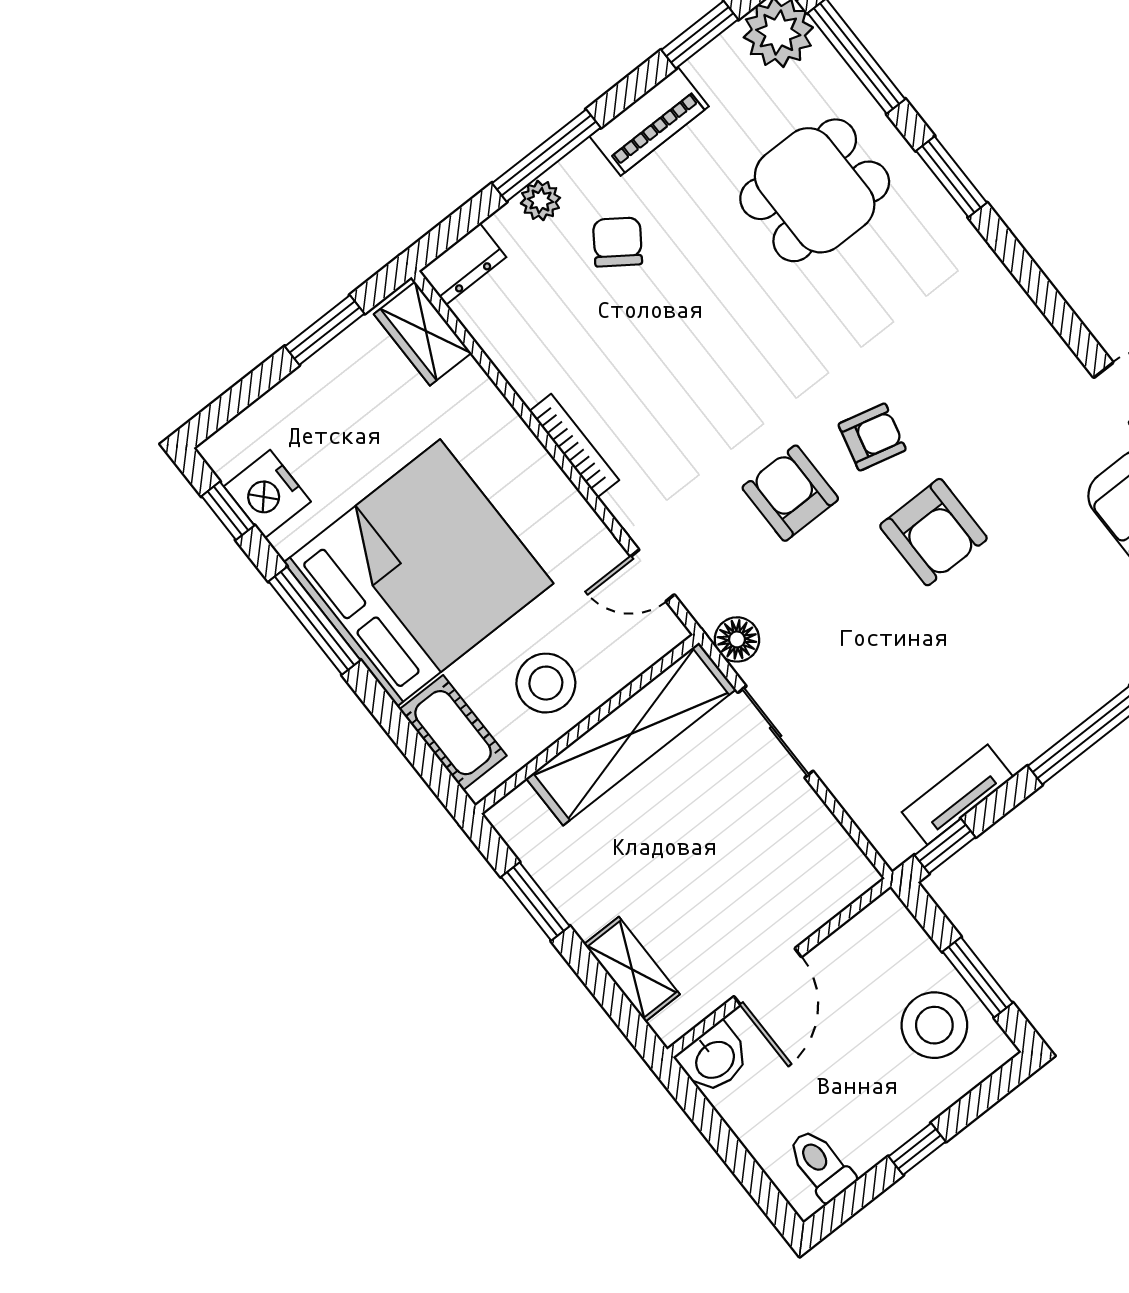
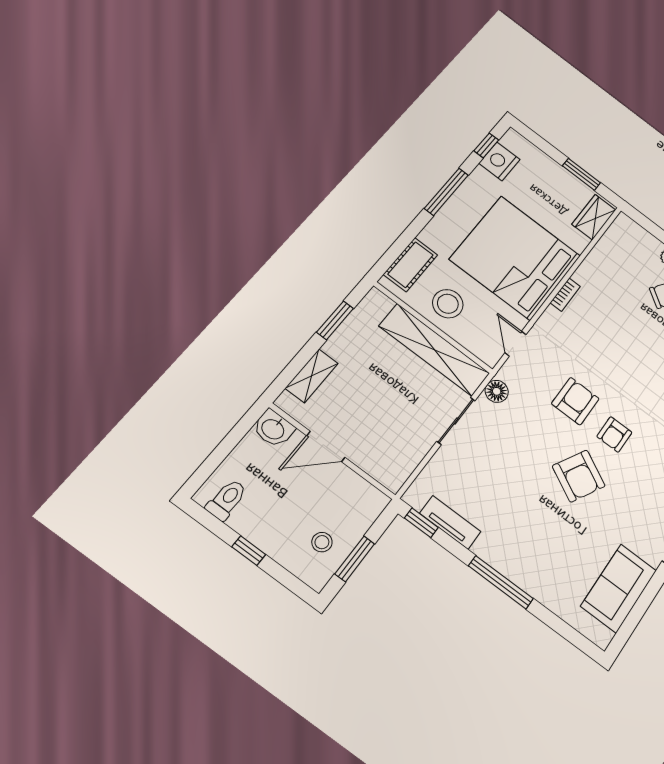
dresser: (463, 264) -> (630, 229), removed
armchair: (872, 437) -> (614, 434), turned 76
bookcase: (574, 446) -> (565, 295), width x0.64
armchair: (933, 532) -> (579, 476), turned -62
bed: (419, 573) -> (516, 258), moved, turned 180
stool: (934, 1025) -> (322, 542), width x0.53, depth x0.53

